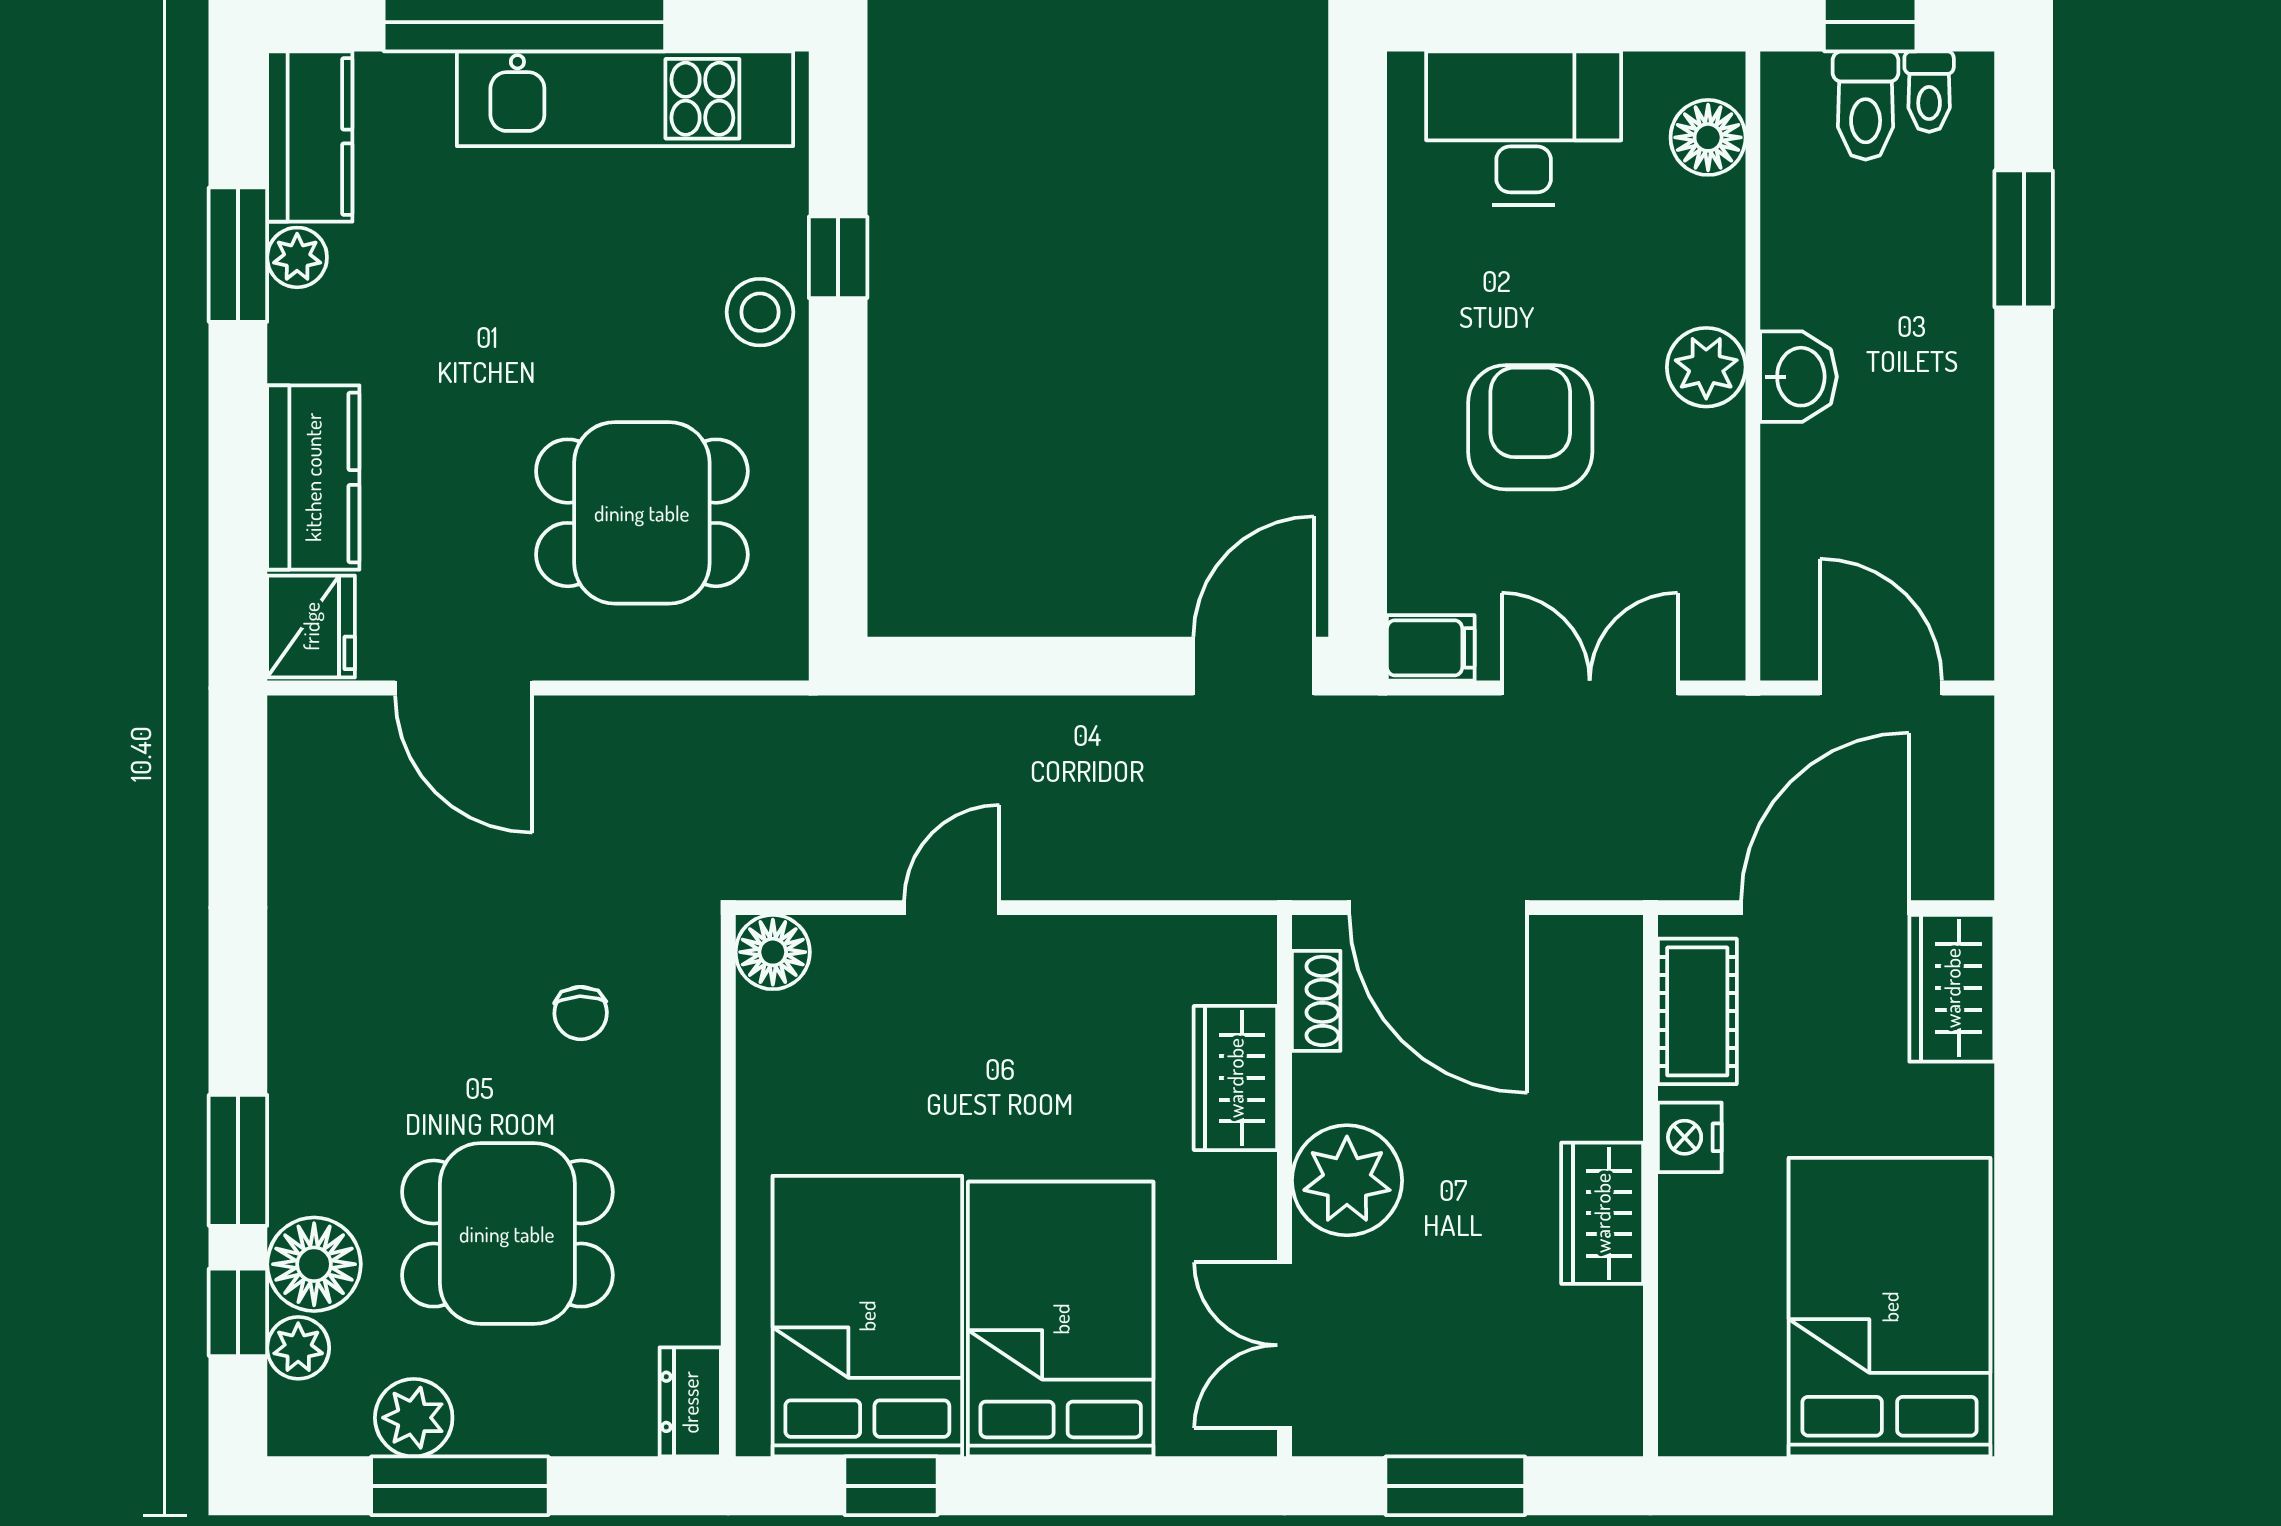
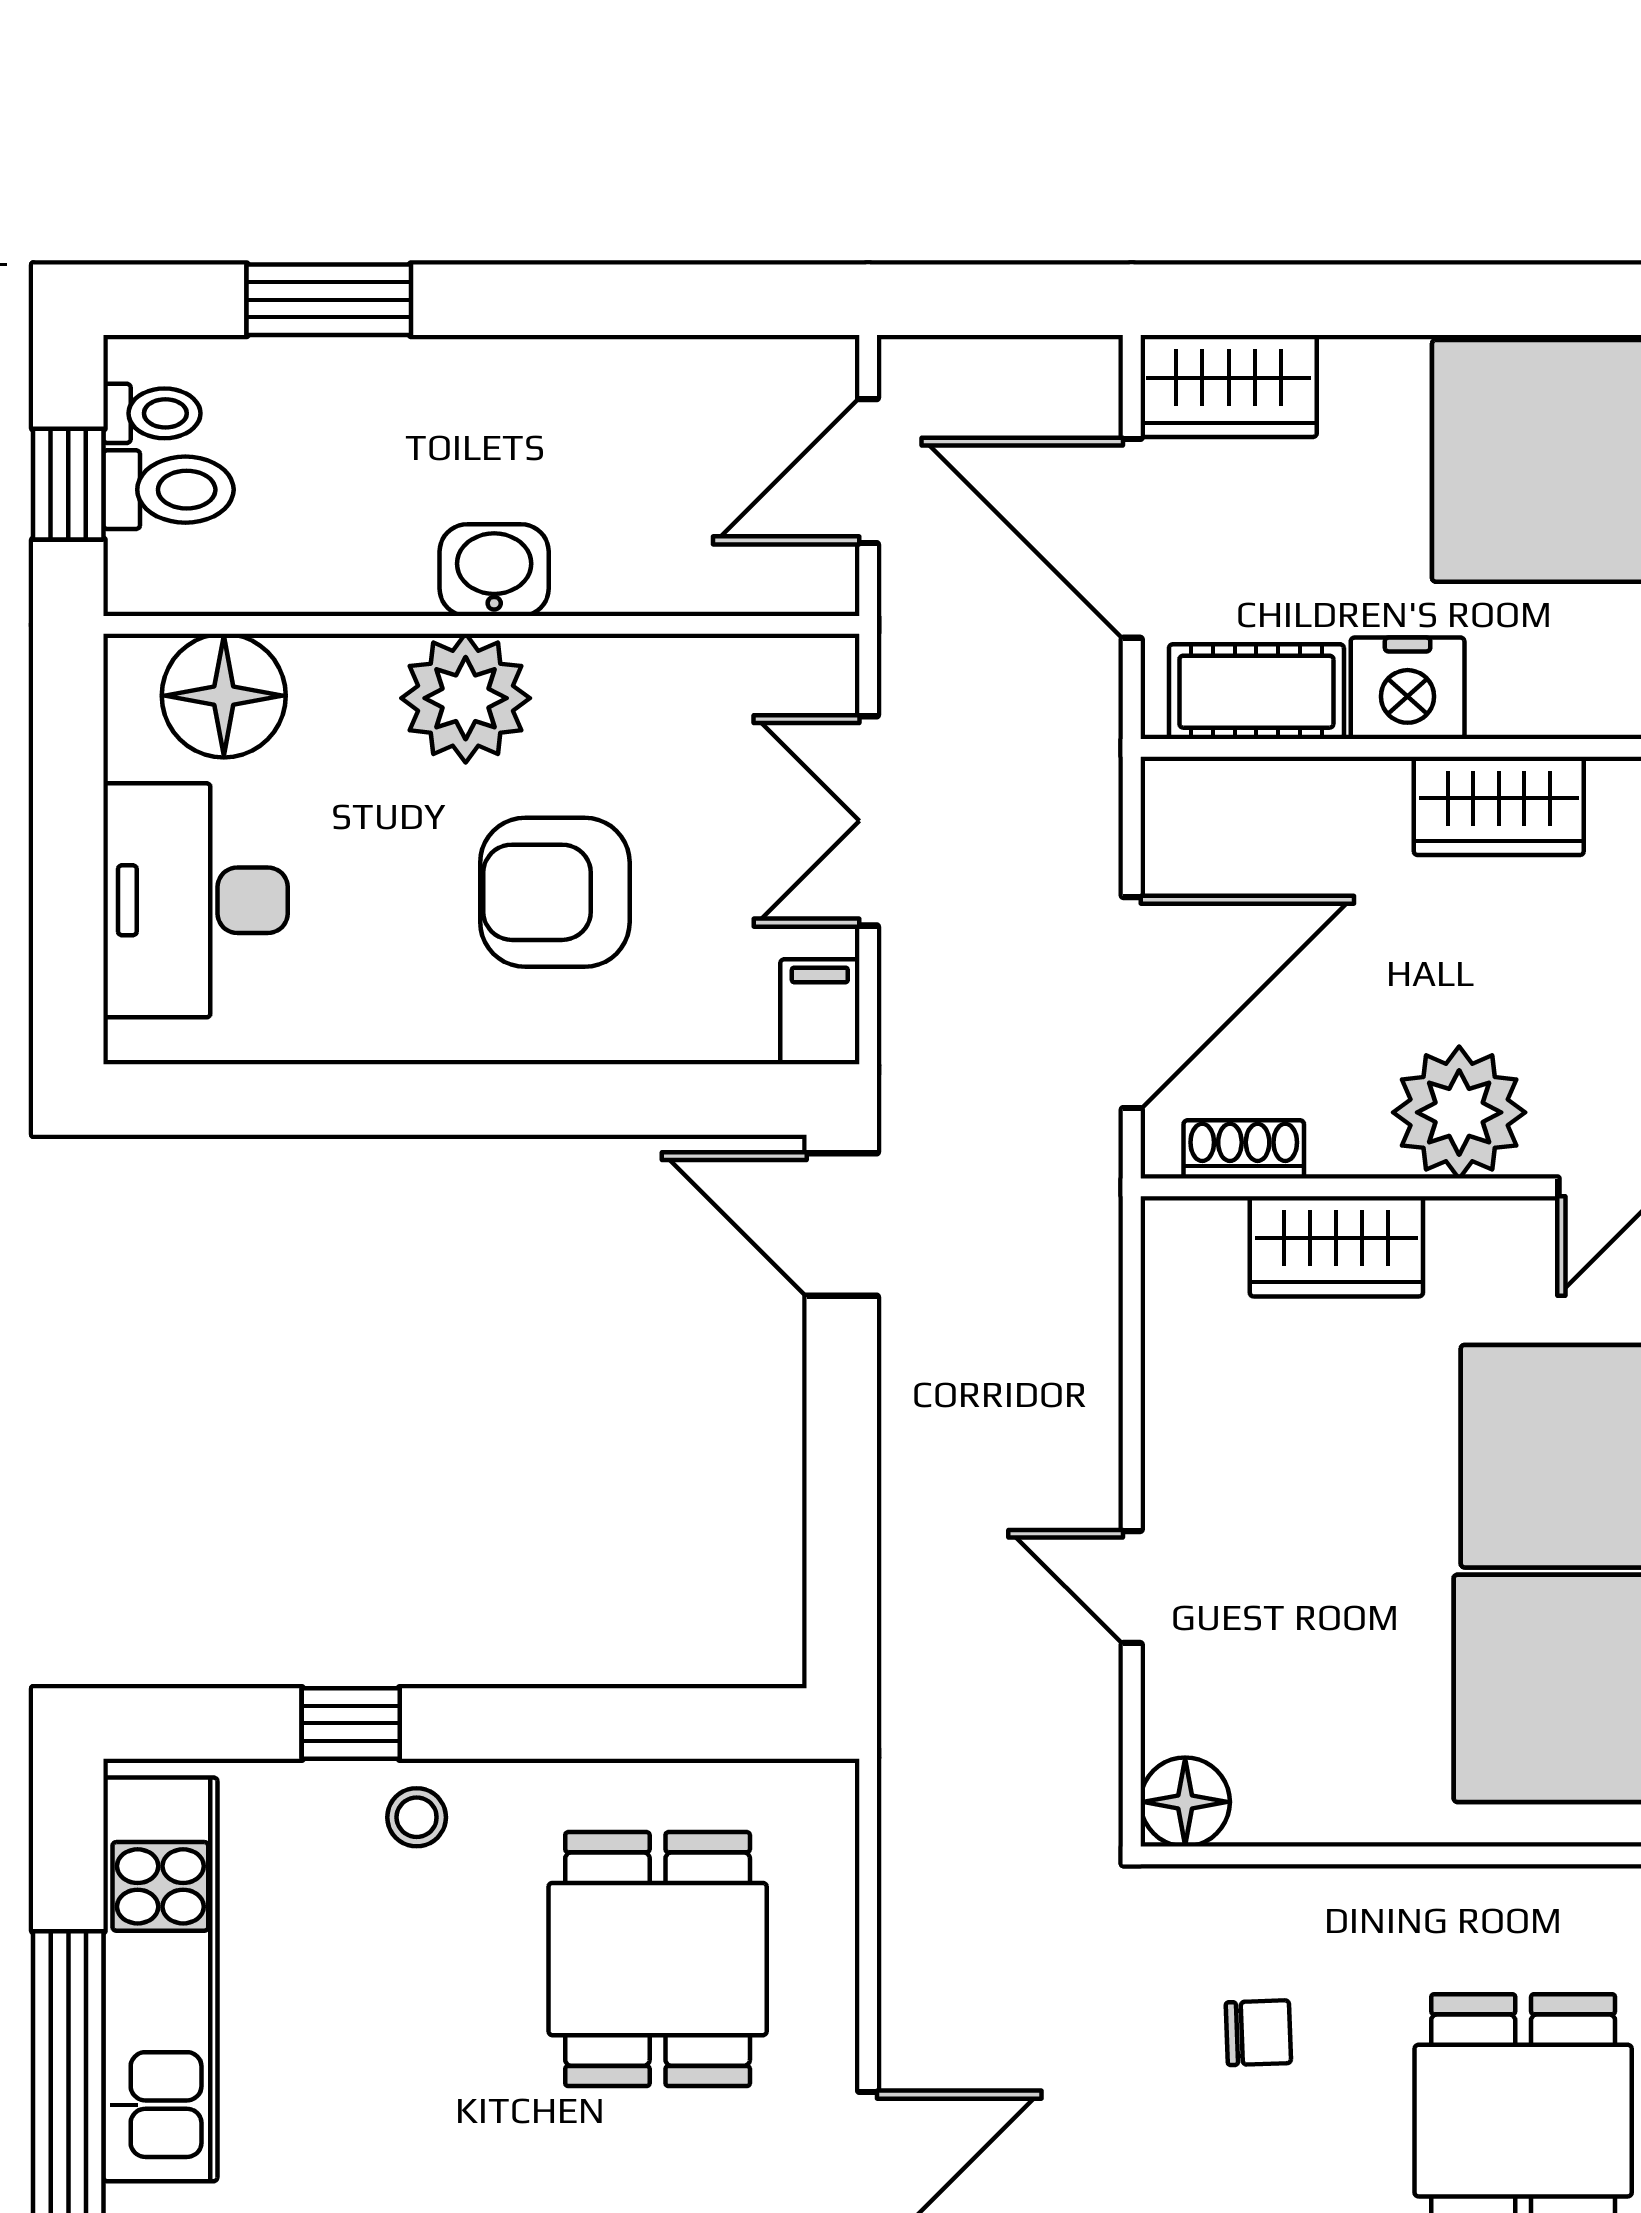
floor lamp: (1708, 137) -> (224, 696), width x1.38, depth x1.38
stool: (760, 312) -> (417, 1817), width x0.73, depth x0.73
plant: (1706, 367) -> (466, 698), width x1.36, depth x1.36
nightstand: (1690, 1137) -> (1408, 688), width x1.36, depth x1.33

